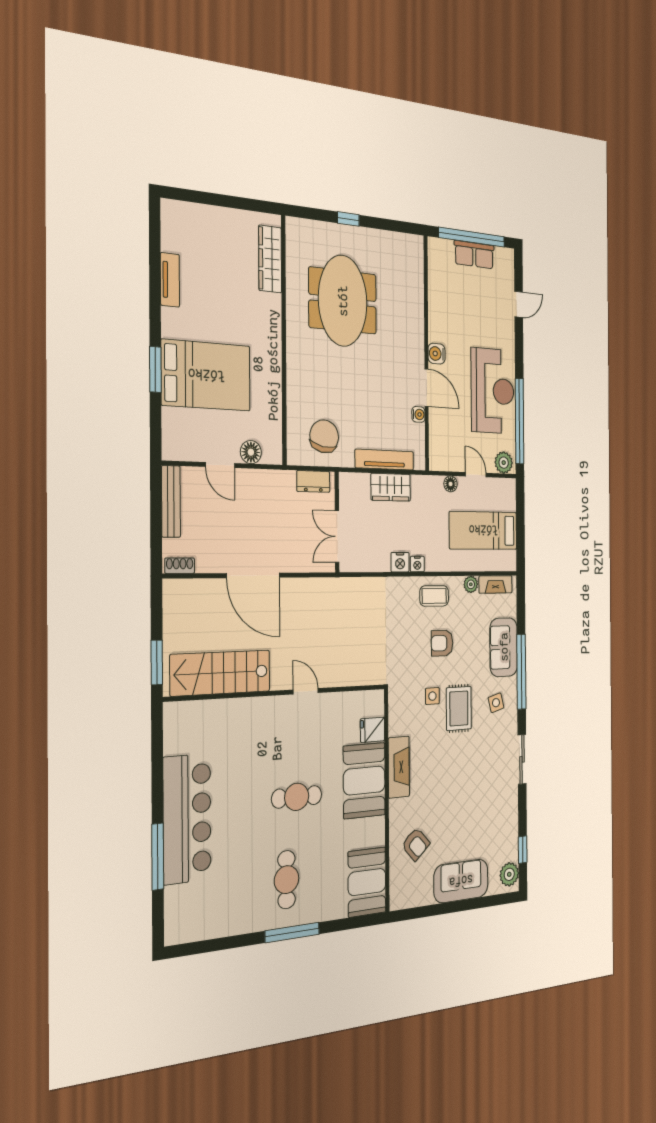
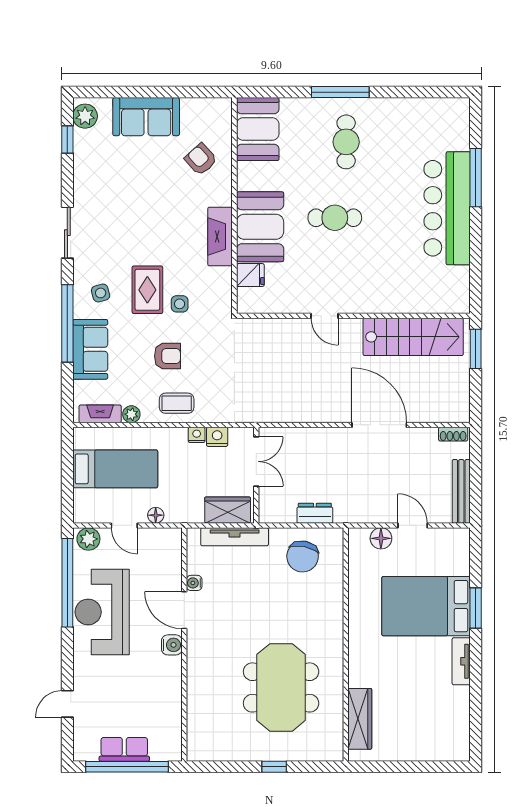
tv unit: (170, 280) -> (461, 661), moved
wall: (337, 522) -> (256, 475), moved
double door: (337, 537) -> (256, 461), moved

